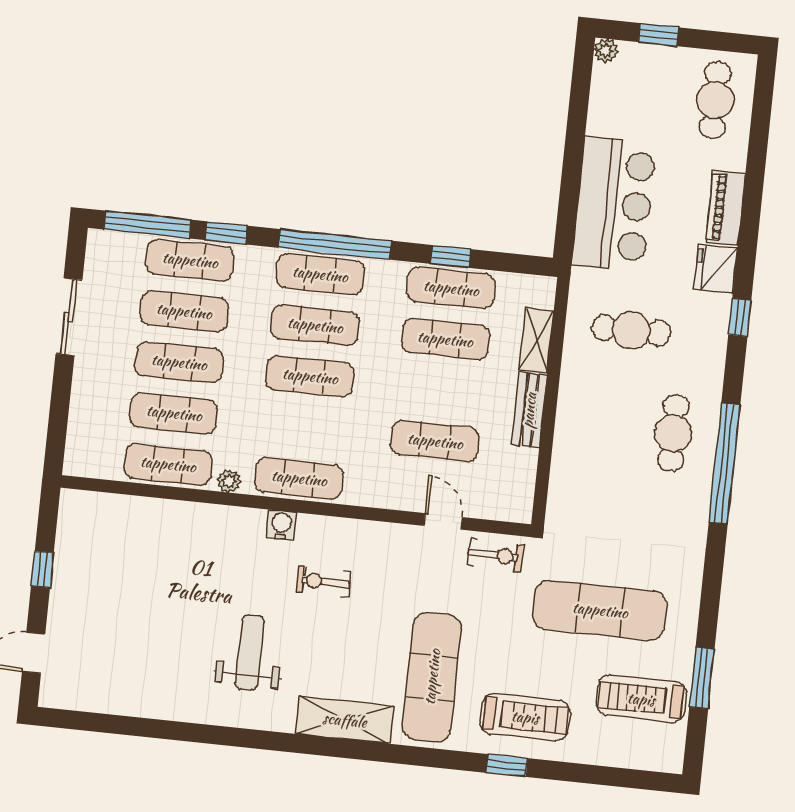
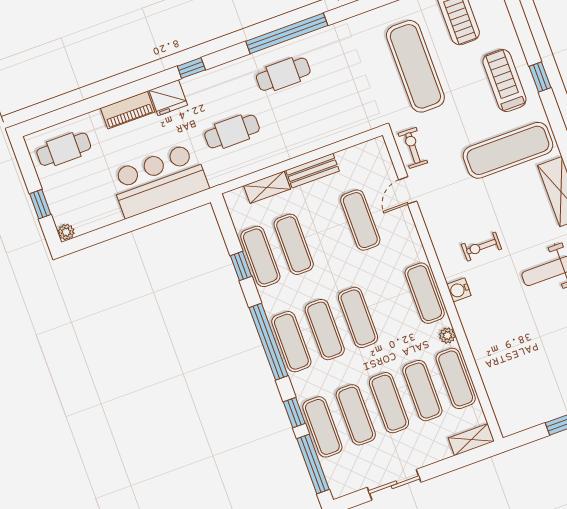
cafe table: (631, 330) -> (232, 132), turned 90
shelving: (79, 446) -> (471, 440), added
exercise bike: (323, 582) -> (481, 247), turned 90

